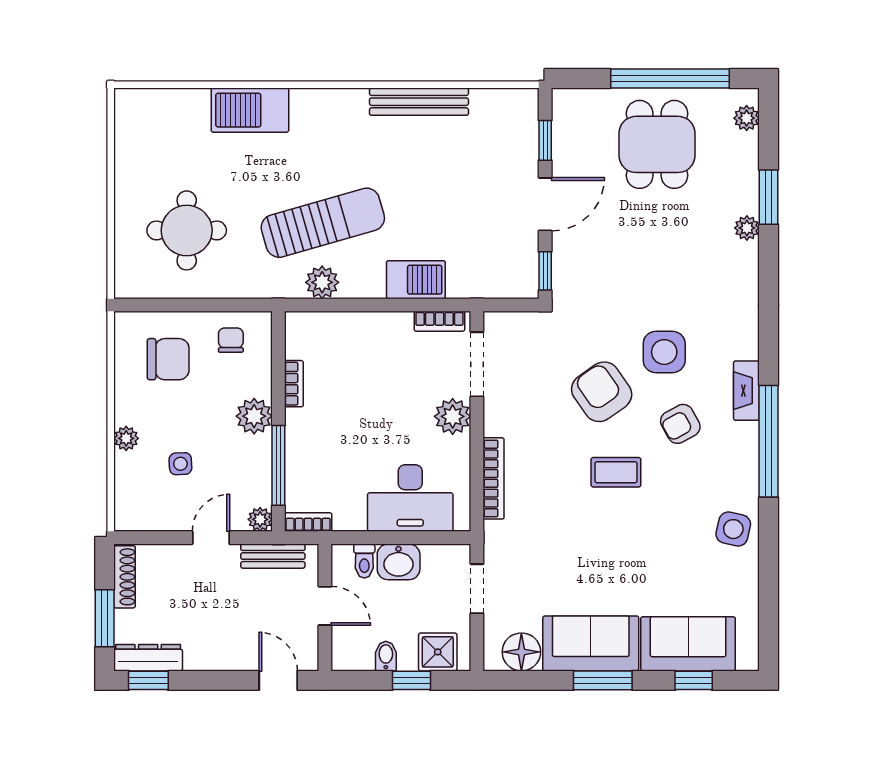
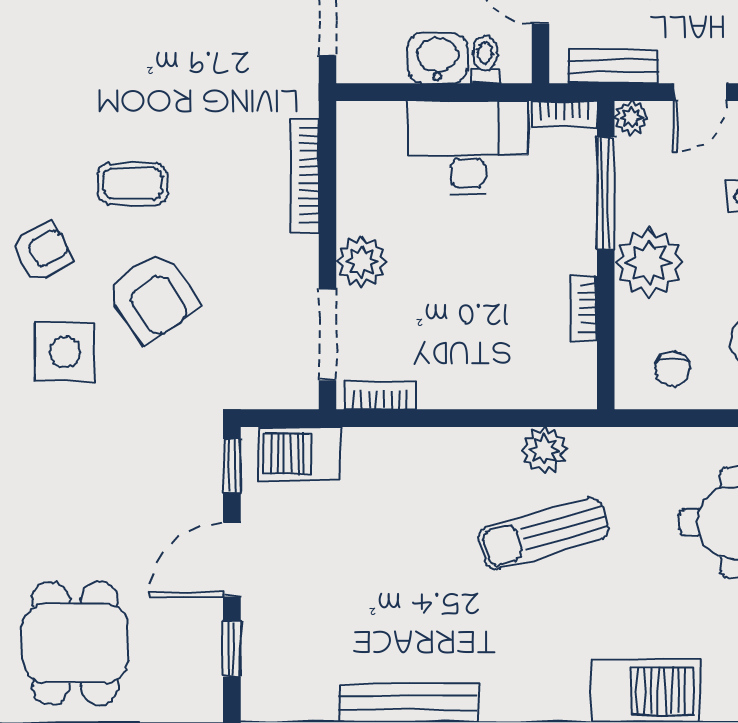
sun lounger: (323, 223) -> (543, 533), width x0.73, depth x0.75
barbecue: (416, 280) -> (300, 454), moved
plant: (254, 416) -> (649, 262), width x1.36, depth x1.36
desk: (410, 498) -> (468, 148), moved

